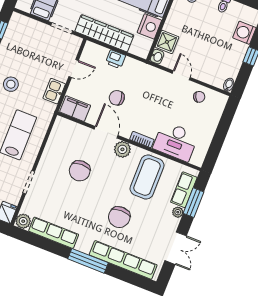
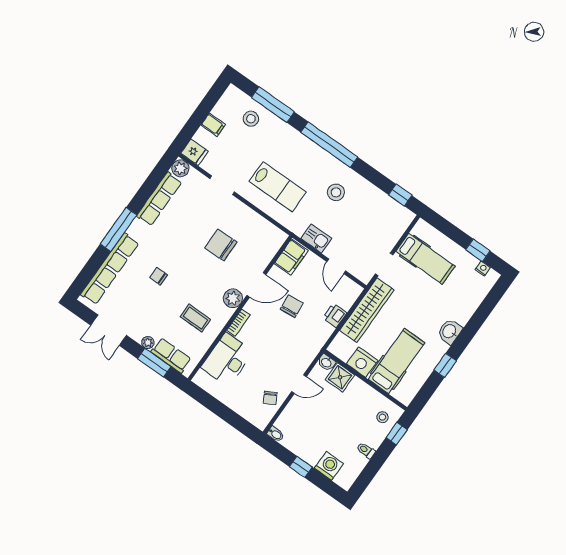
coffee table: (147, 177) -> (195, 318), width x0.54, depth x0.58
chair: (119, 217) -> (159, 276), width x0.54, depth x0.54

